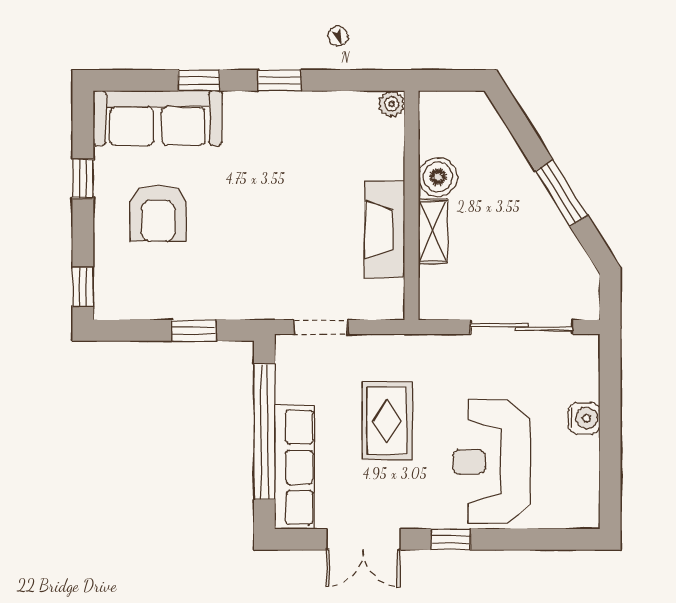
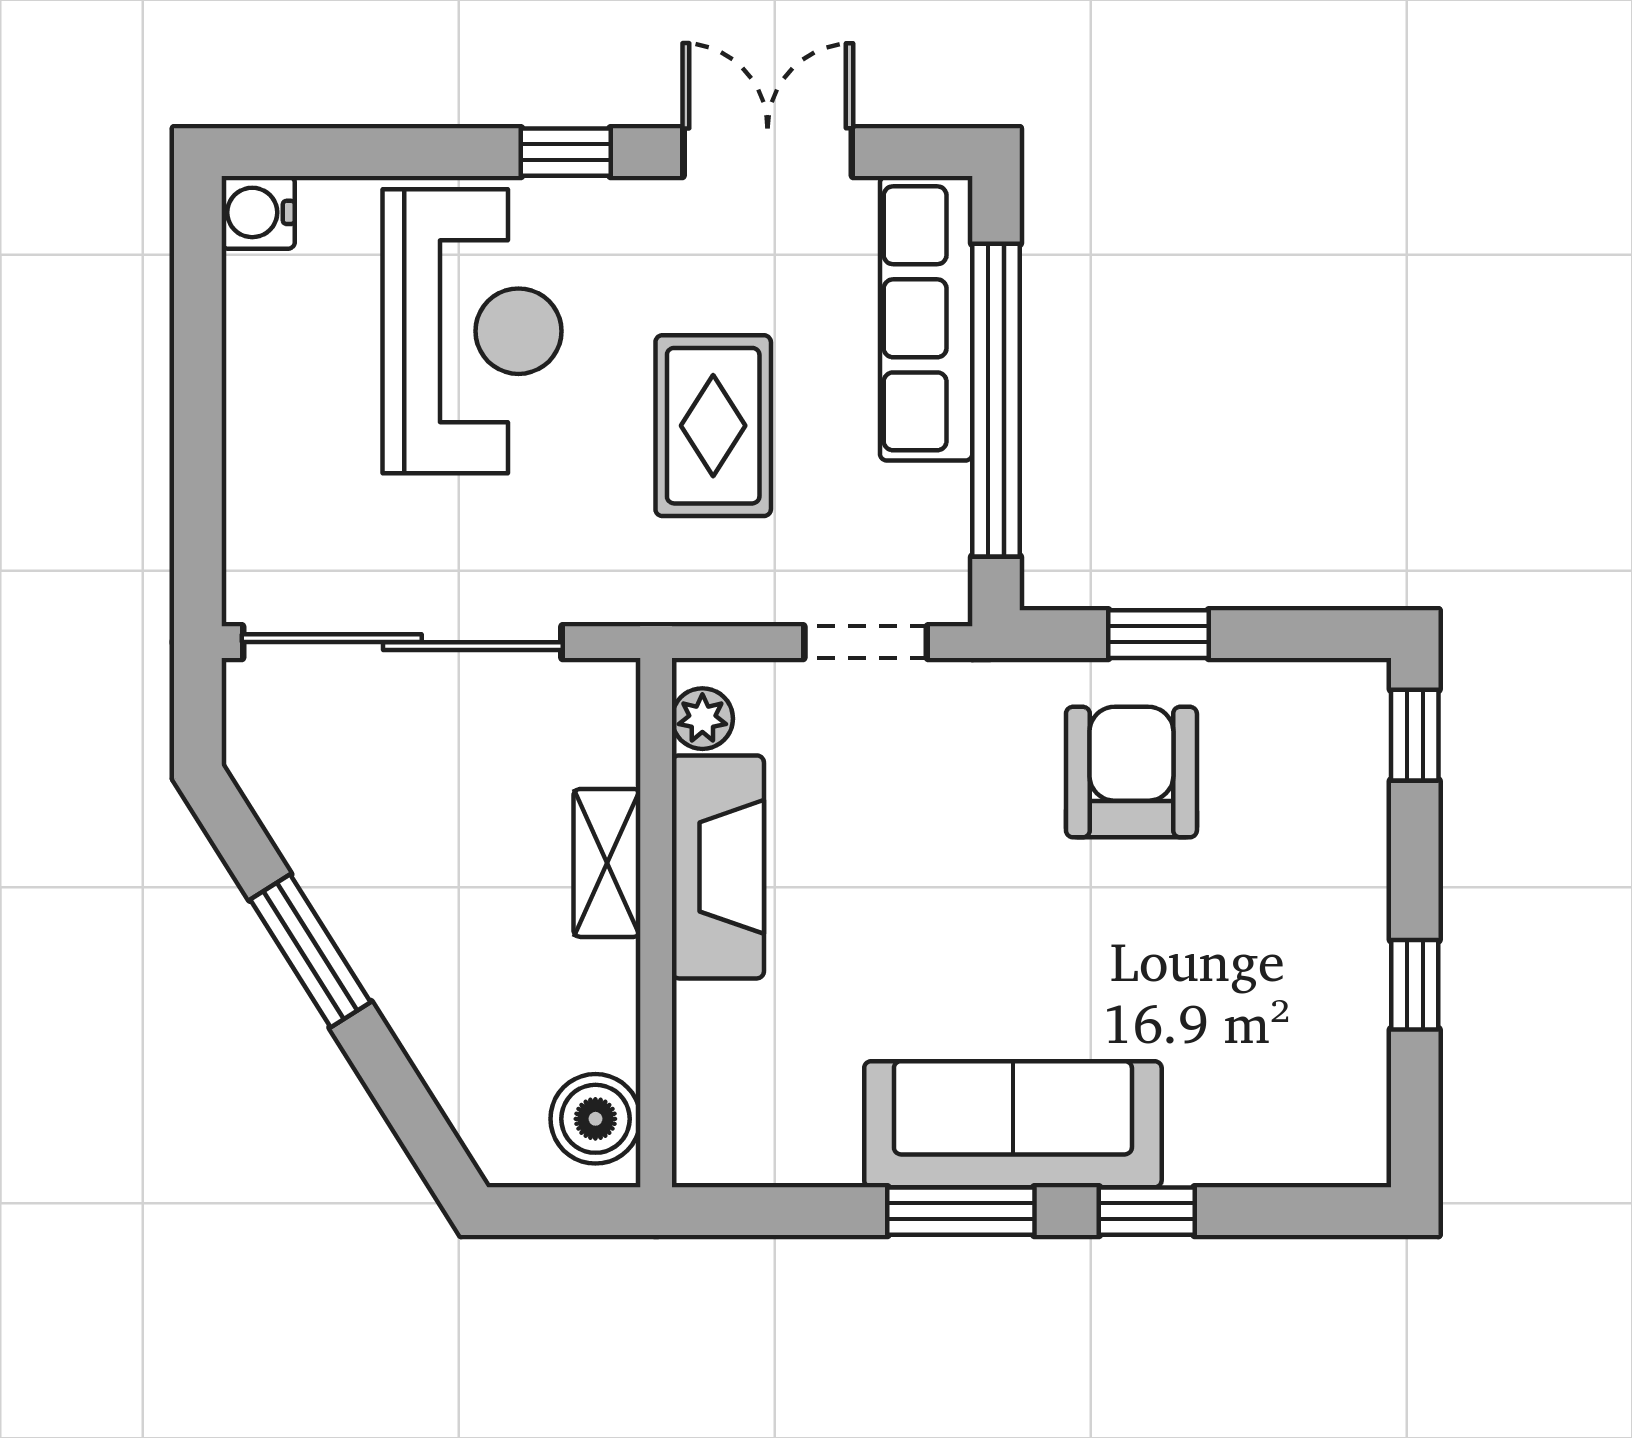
window: (280, 80) -> (961, 1211), width x1.50
plant: (392, 104) -> (702, 719), moved
sofa: (157, 118) -> (1013, 1124), moved
boiler: (438, 177) -> (595, 1119), moved
armchair: (158, 213) -> (1131, 772), moved
sliding door: (522, 327) -> (402, 642), width x1.36
water cooler: (584, 418) -> (258, 212), moved

